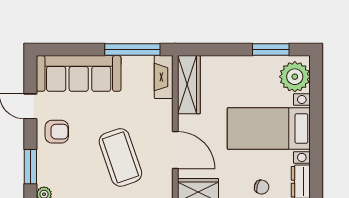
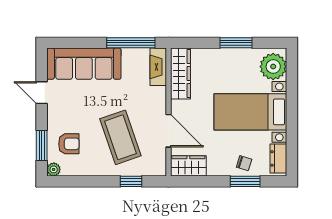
window: (271, 50) -> (236, 43), moved
armchair: (57, 132) -> (69, 144), moved

